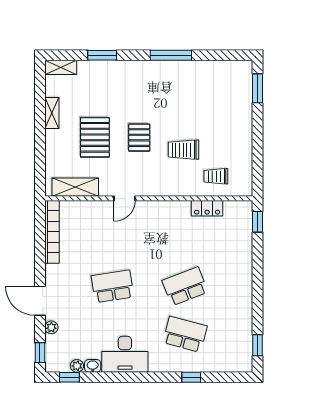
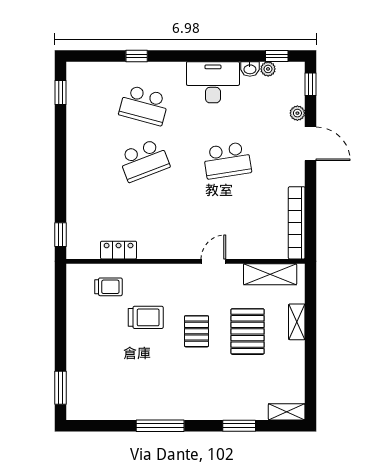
shelving: (52, 113) -> (297, 322), moved

